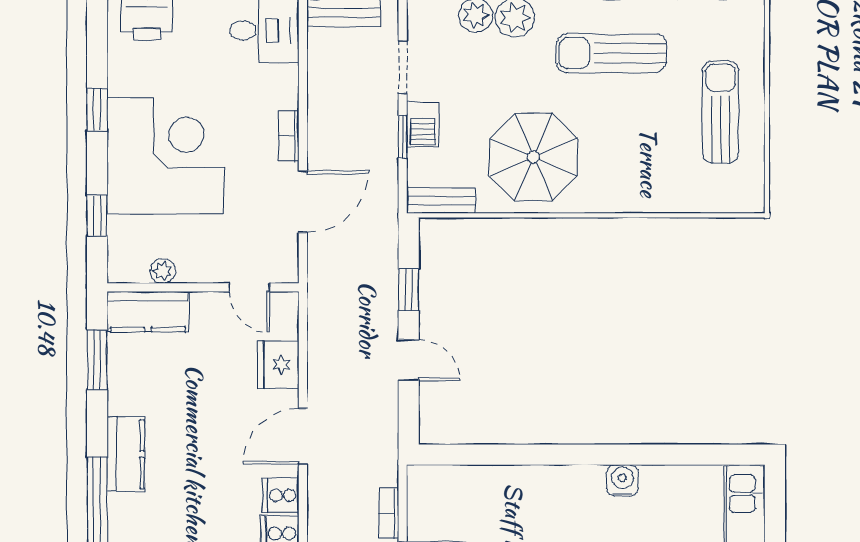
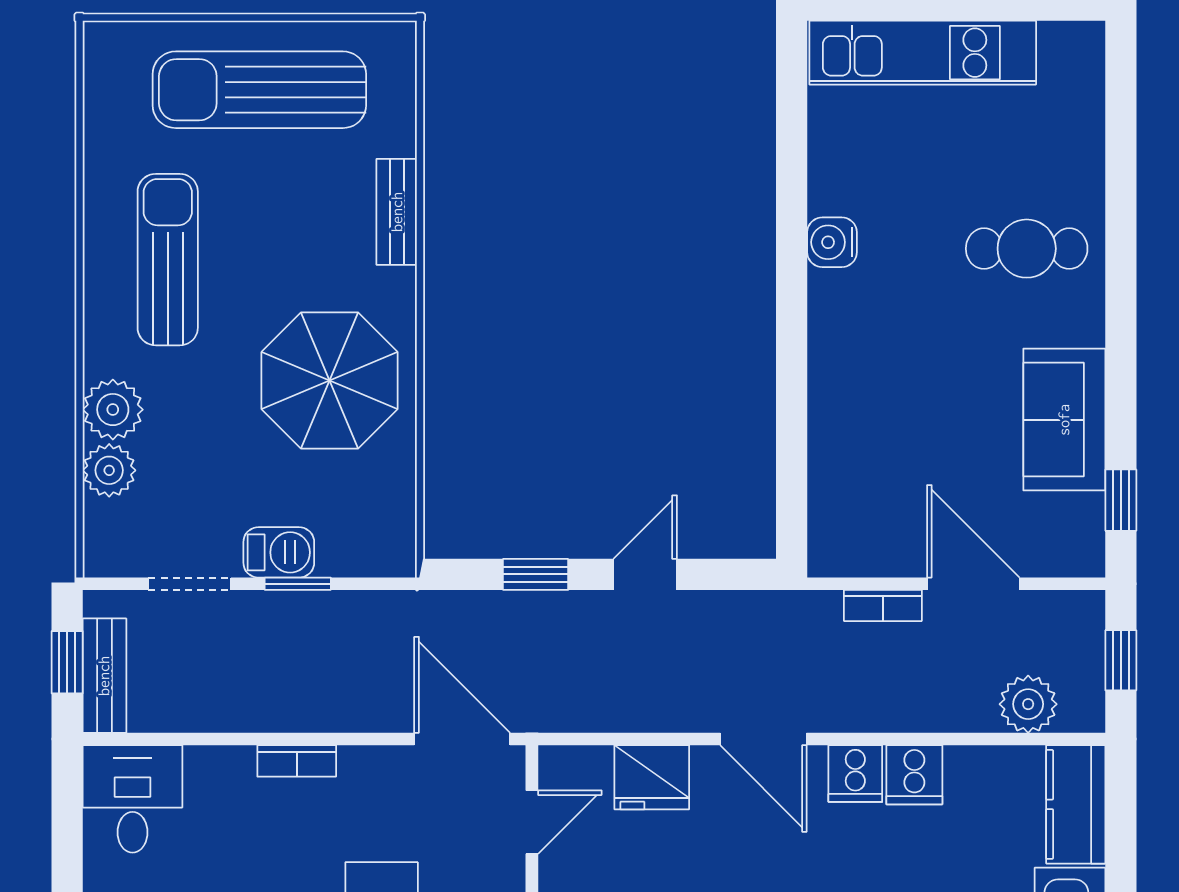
sun lounger: (611, 53) -> (168, 260), turned 180
sun lounger: (721, 112) -> (259, 90), width x1.36, depth x1.34
bench: (441, 200) -> (397, 212), moved
door: (303, 202) -> (462, 739), moved

